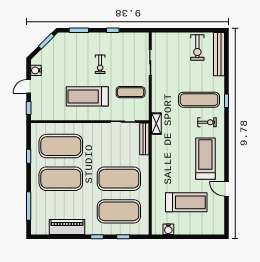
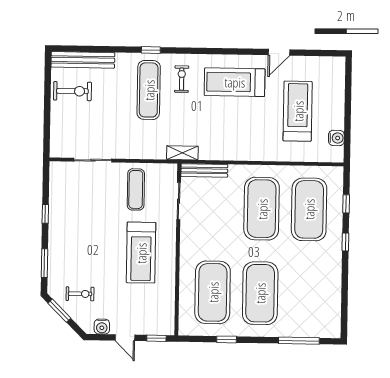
exercise bike: (100, 64) -> (80, 294), moved
piano: (67, 227) -> (330, 286), removed

